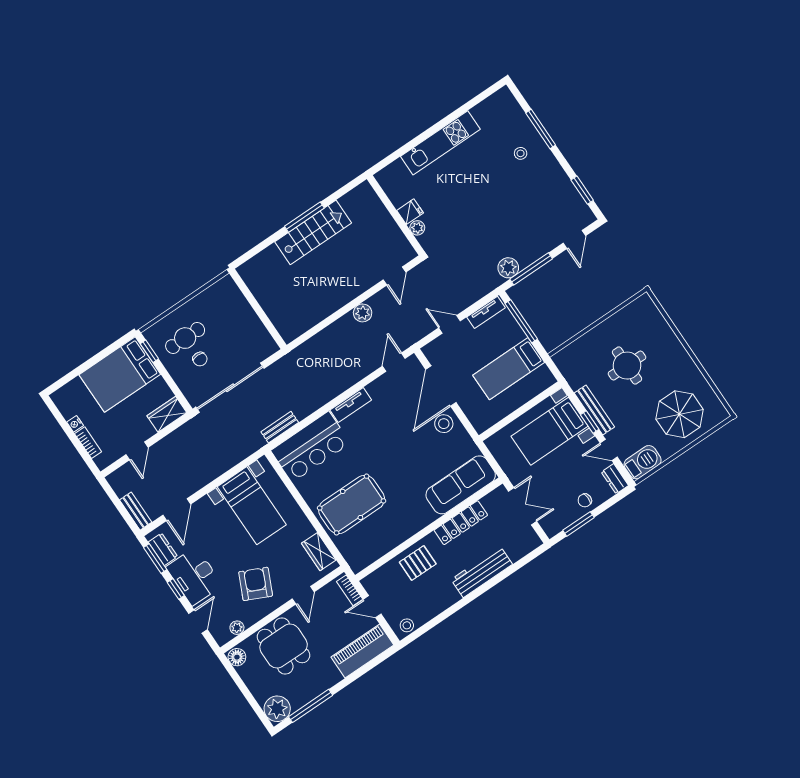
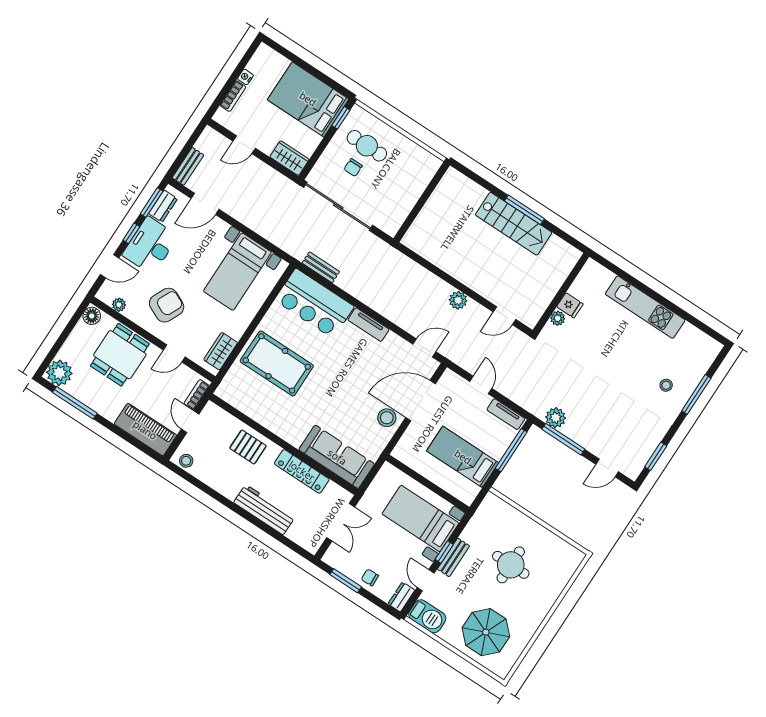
bench: (594, 410) -> (453, 557), width x0.73

